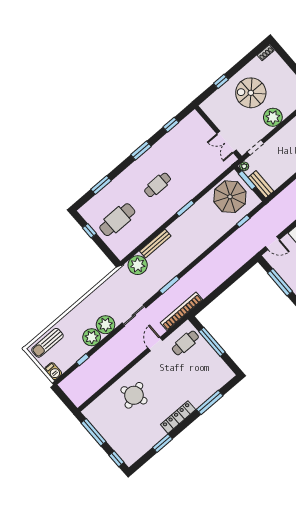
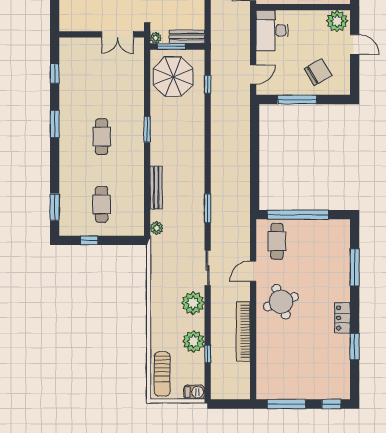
window: (101, 185) -> (55, 207), moved
cafe table: (117, 220) -> (102, 204), width x0.73, depth x0.74
plant: (138, 265) -> (157, 228), width x0.53, depth x0.53
bookcase: (181, 311) -> (243, 331), moved
plant: (92, 337) -> (194, 341), moved
window: (212, 342) -> (298, 215), width x1.46
door: (155, 344) -> (253, 271), hinge flipped
round table: (134, 395) -> (281, 302), moved
locker: (178, 417) -> (342, 318), width x0.66

